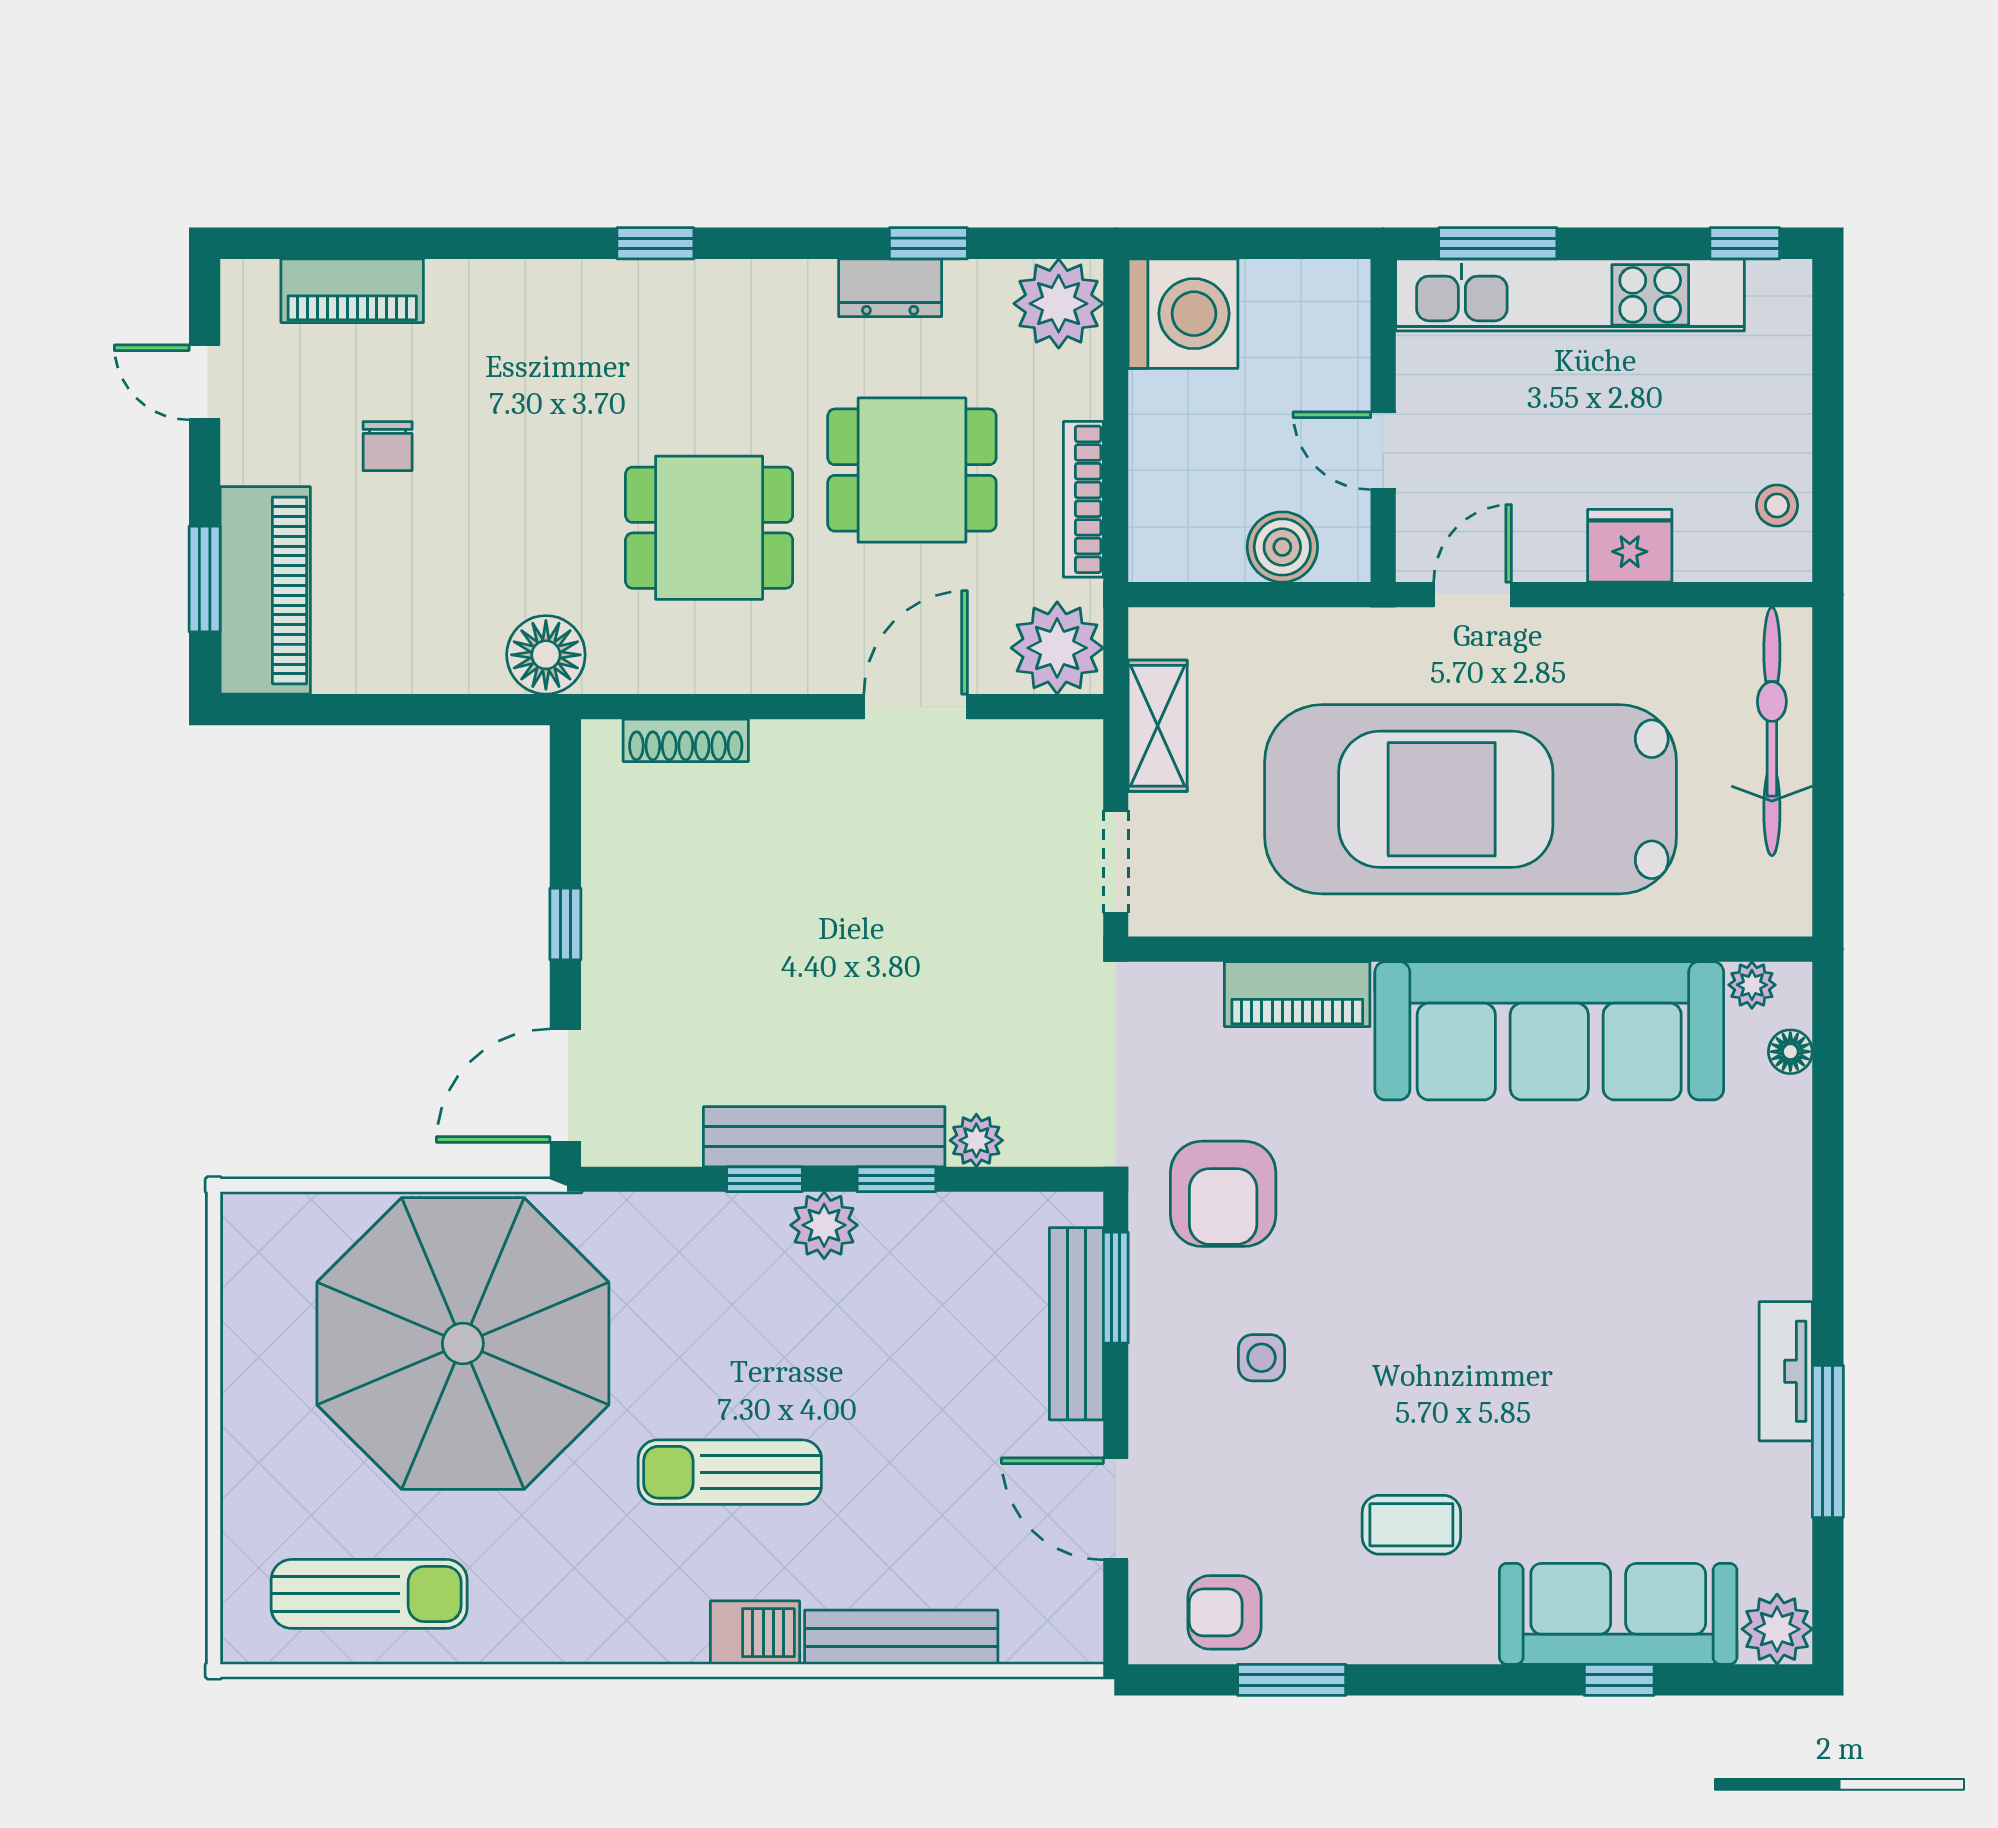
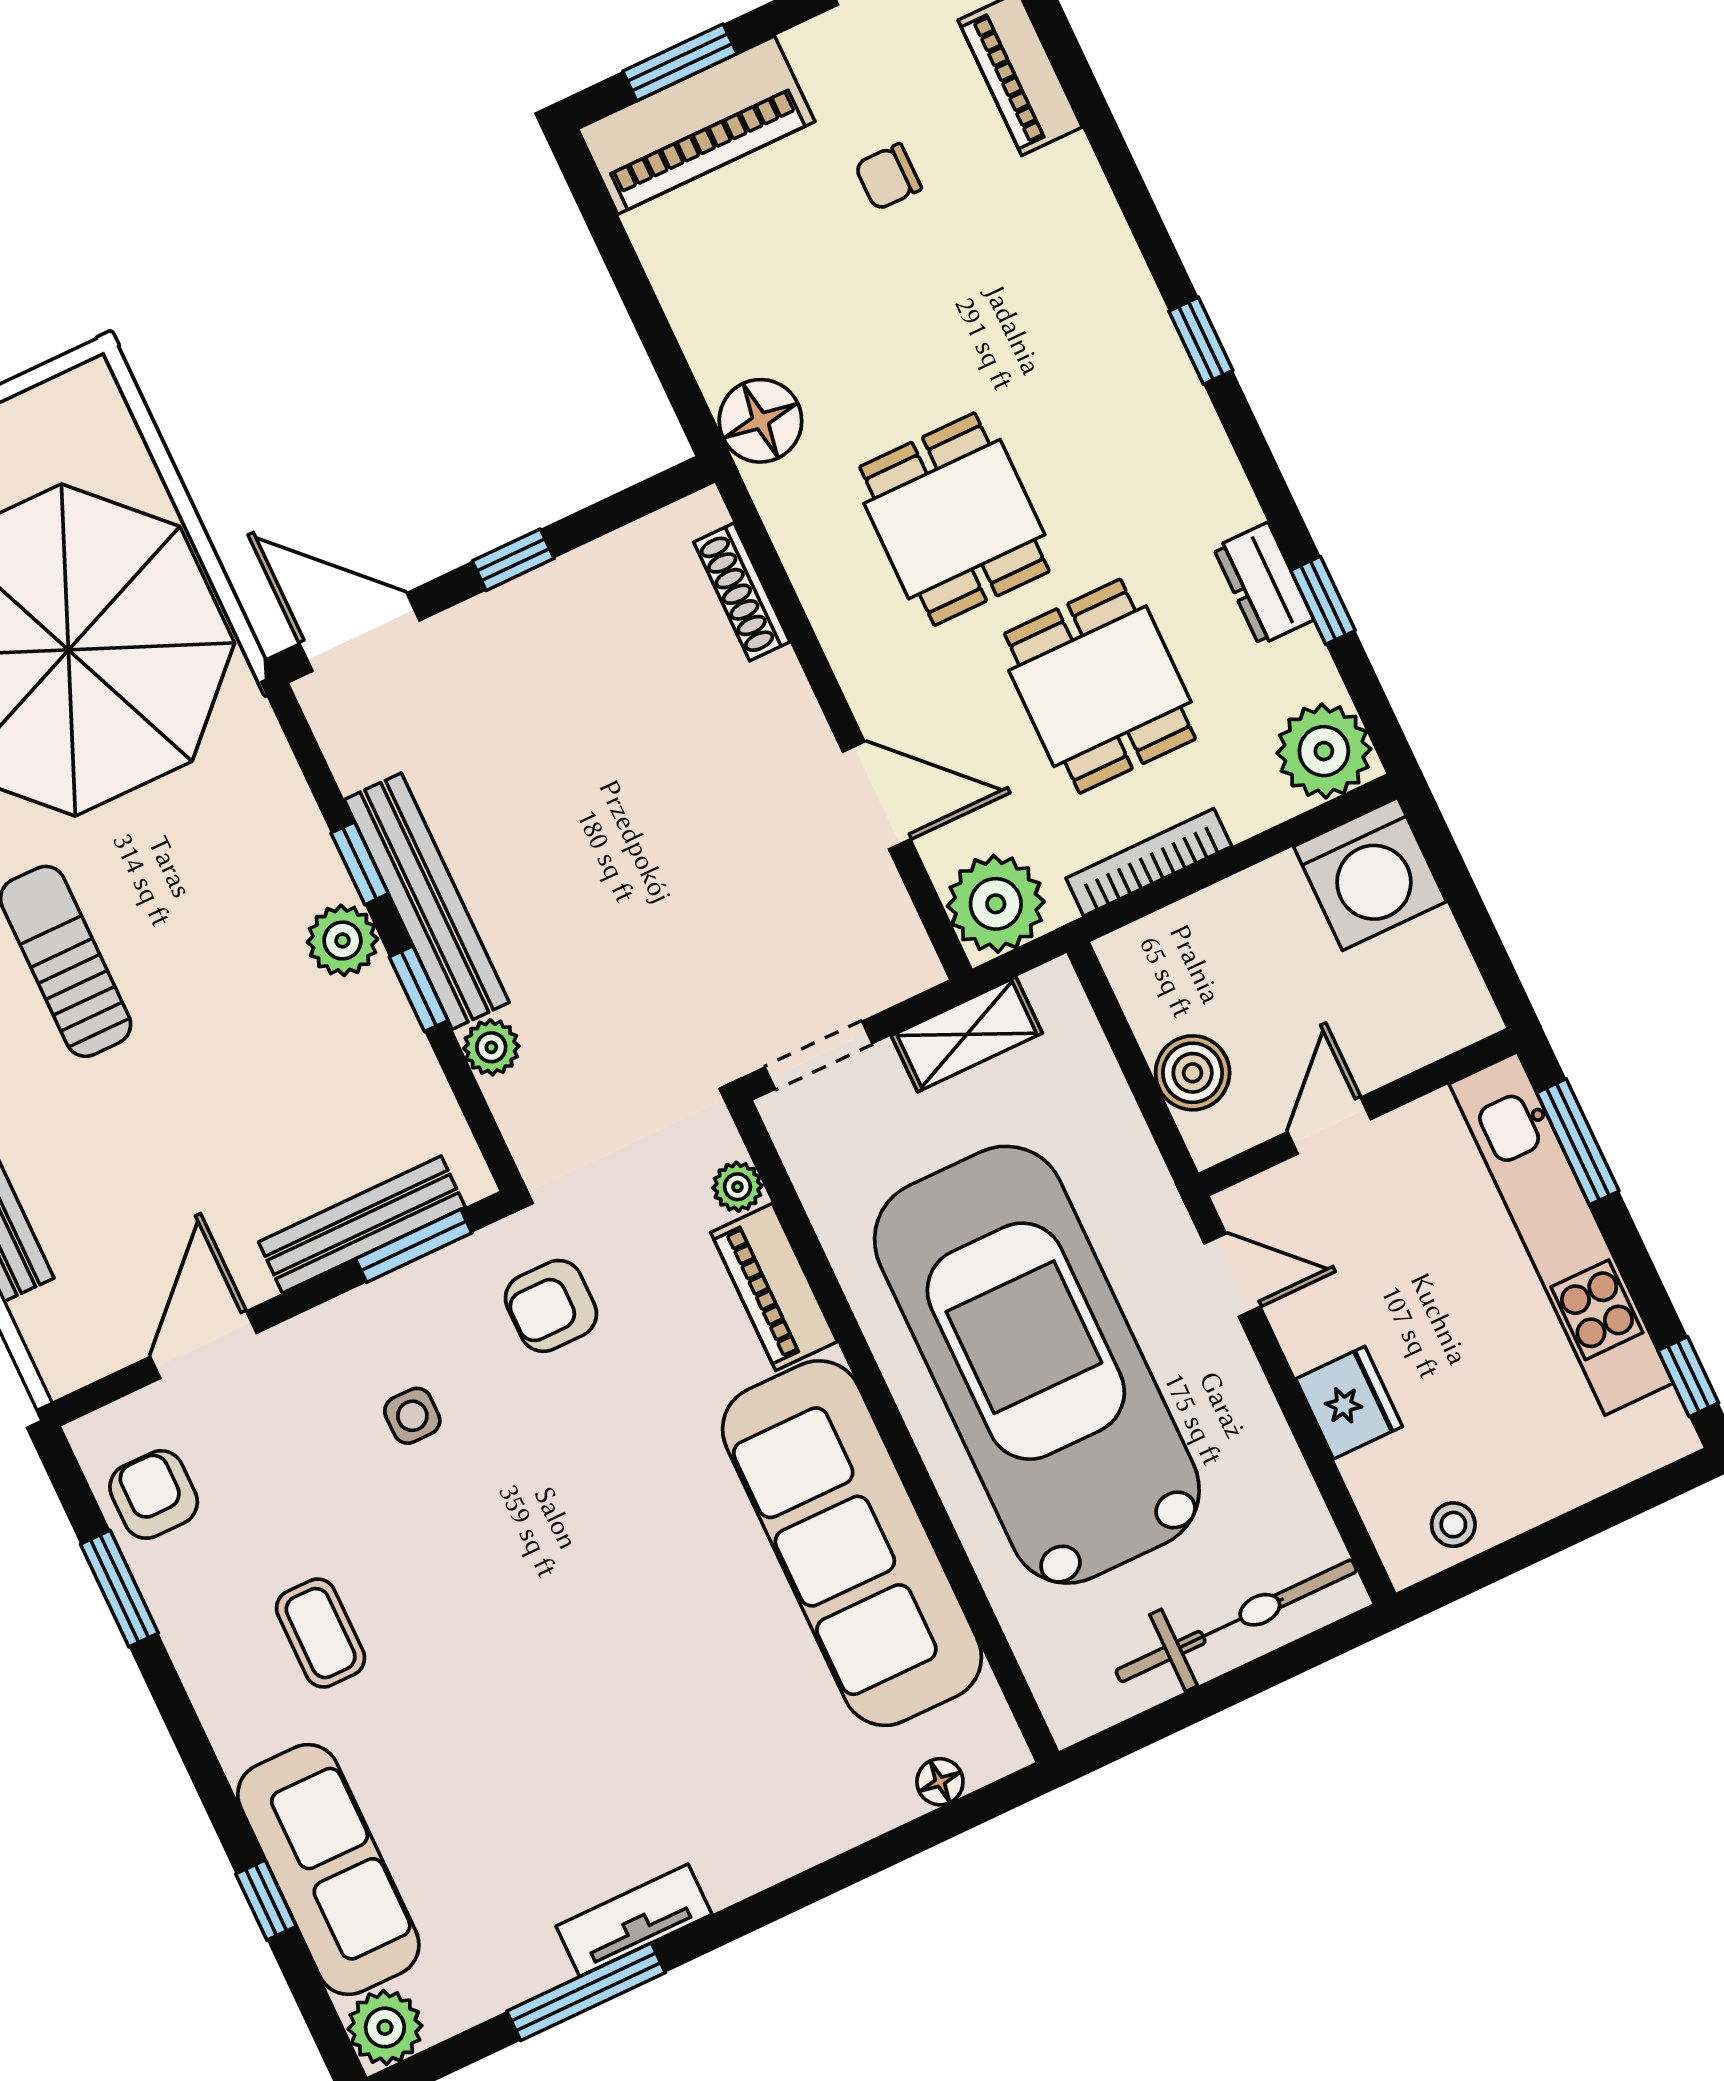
plant: (1752, 985) -> (737, 1187), moved
armchair: (1223, 1194) -> (551, 1306), width x0.72, depth x0.72

